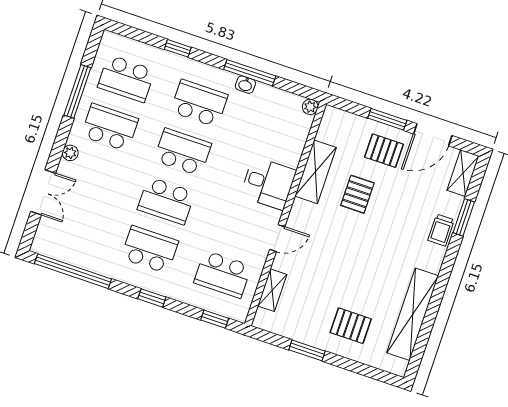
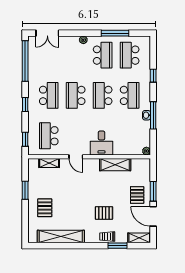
school desk: (183, 152) -> (103, 95), turned 180
double door: (43, 192) -> (47, 33), moved
pallet: (357, 194) -> (104, 213), moved

